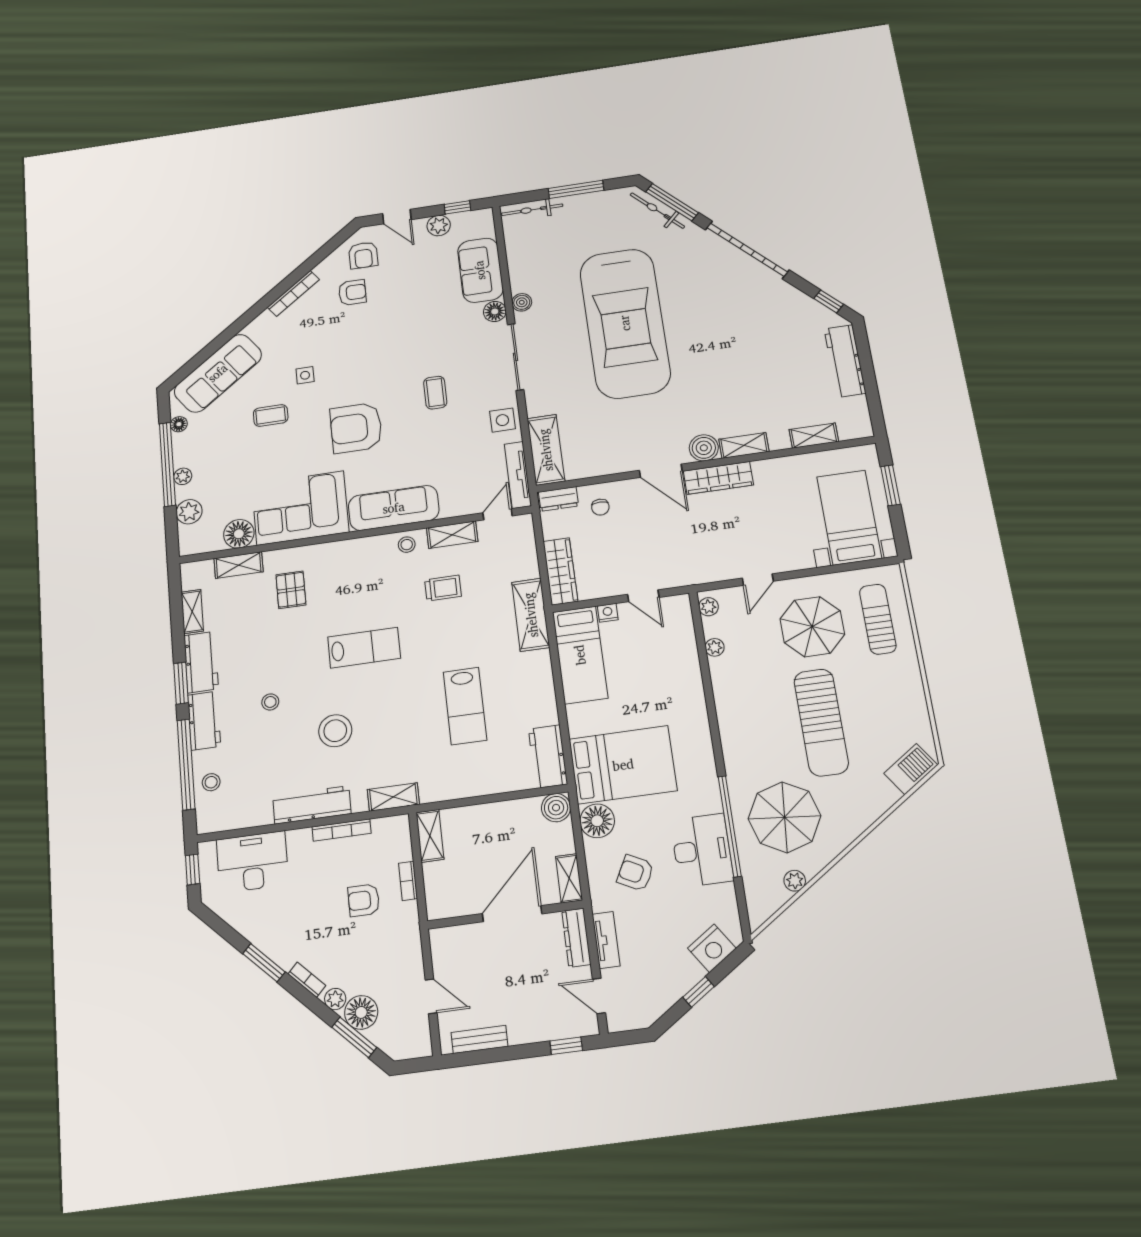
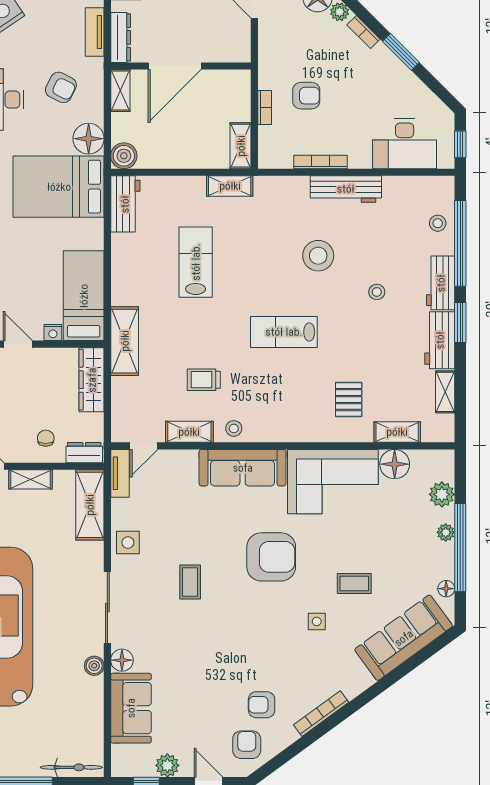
shelving: (610, 465) -> (30, 479), added
tv unit: (518, 475) -> (120, 473), width x0.71
shelving: (393, 797) -> (230, 186), moved

